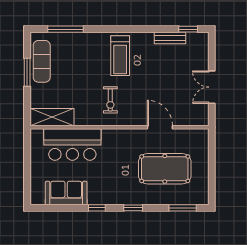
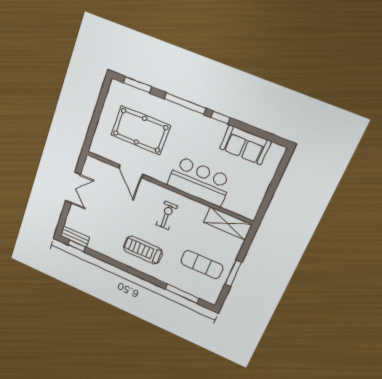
bench: (170, 38) -> (75, 237), moved
treadmill: (120, 56) -> (143, 250), turned -90
exercise mat: (42, 61) -> (202, 264), moved, turned 90
bar counter: (72, 145) -> (199, 181), moved
window: (133, 208) -> (185, 104), width x2.17

